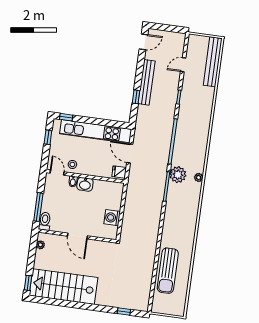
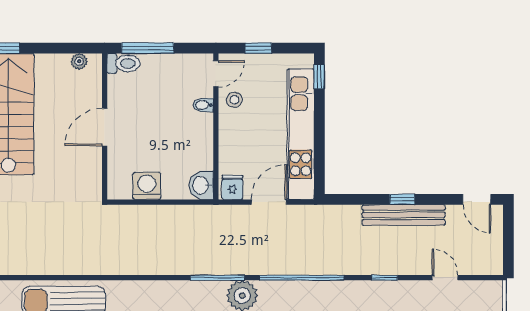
window: (136, 97) -> (402, 199), moved
window: (48, 137) -> (258, 48), moved
washbasin: (85, 184) -> (201, 185), moved

